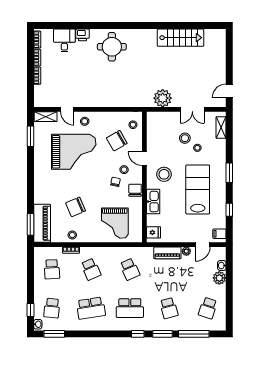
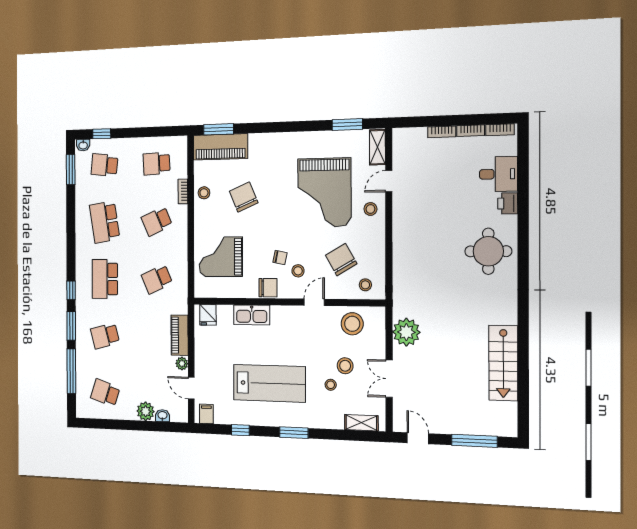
window: (229, 55) -> (474, 441), added
stool: (164, 174) -> (352, 324), moved

